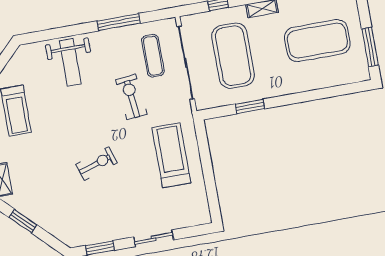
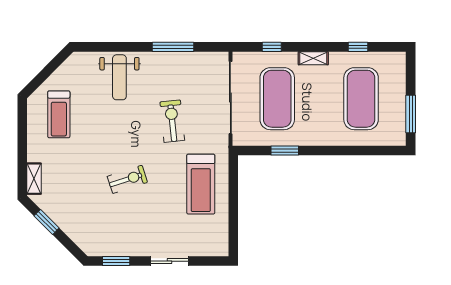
exercise mat: (317, 41) -> (361, 99), turned 90
exercise mat: (153, 56) -> (200, 85), removed
treadmill: (171, 155) -> (201, 184), turned 180

